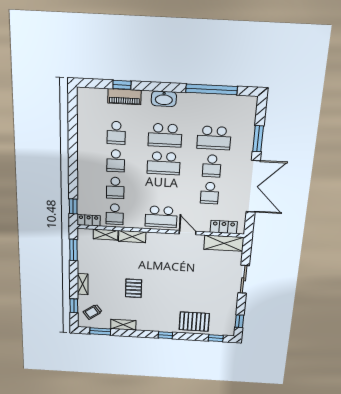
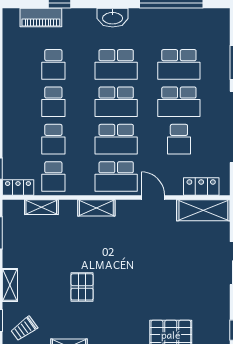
piano: (124, 97) -> (41, 17), moved
school desk: (212, 166) -> (179, 102), width x1.85
school desk: (162, 190) -> (116, 139), added
shelving: (132, 237) -> (96, 208), moved

